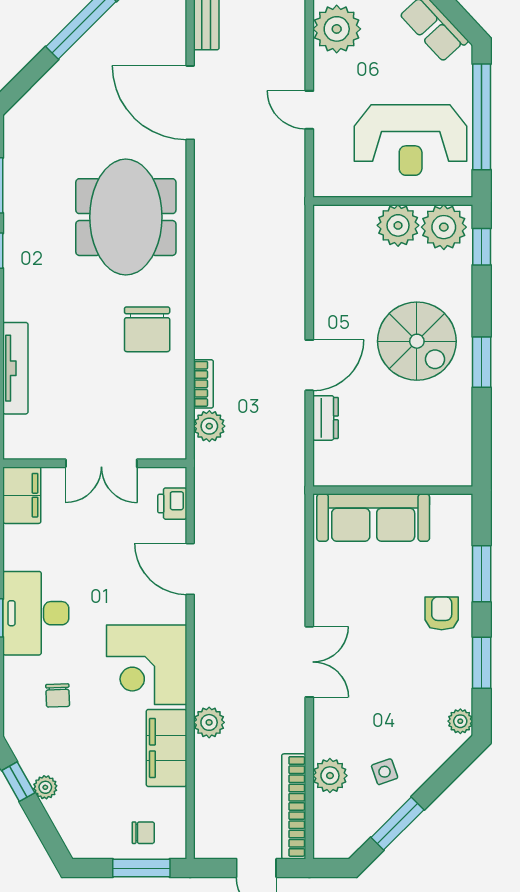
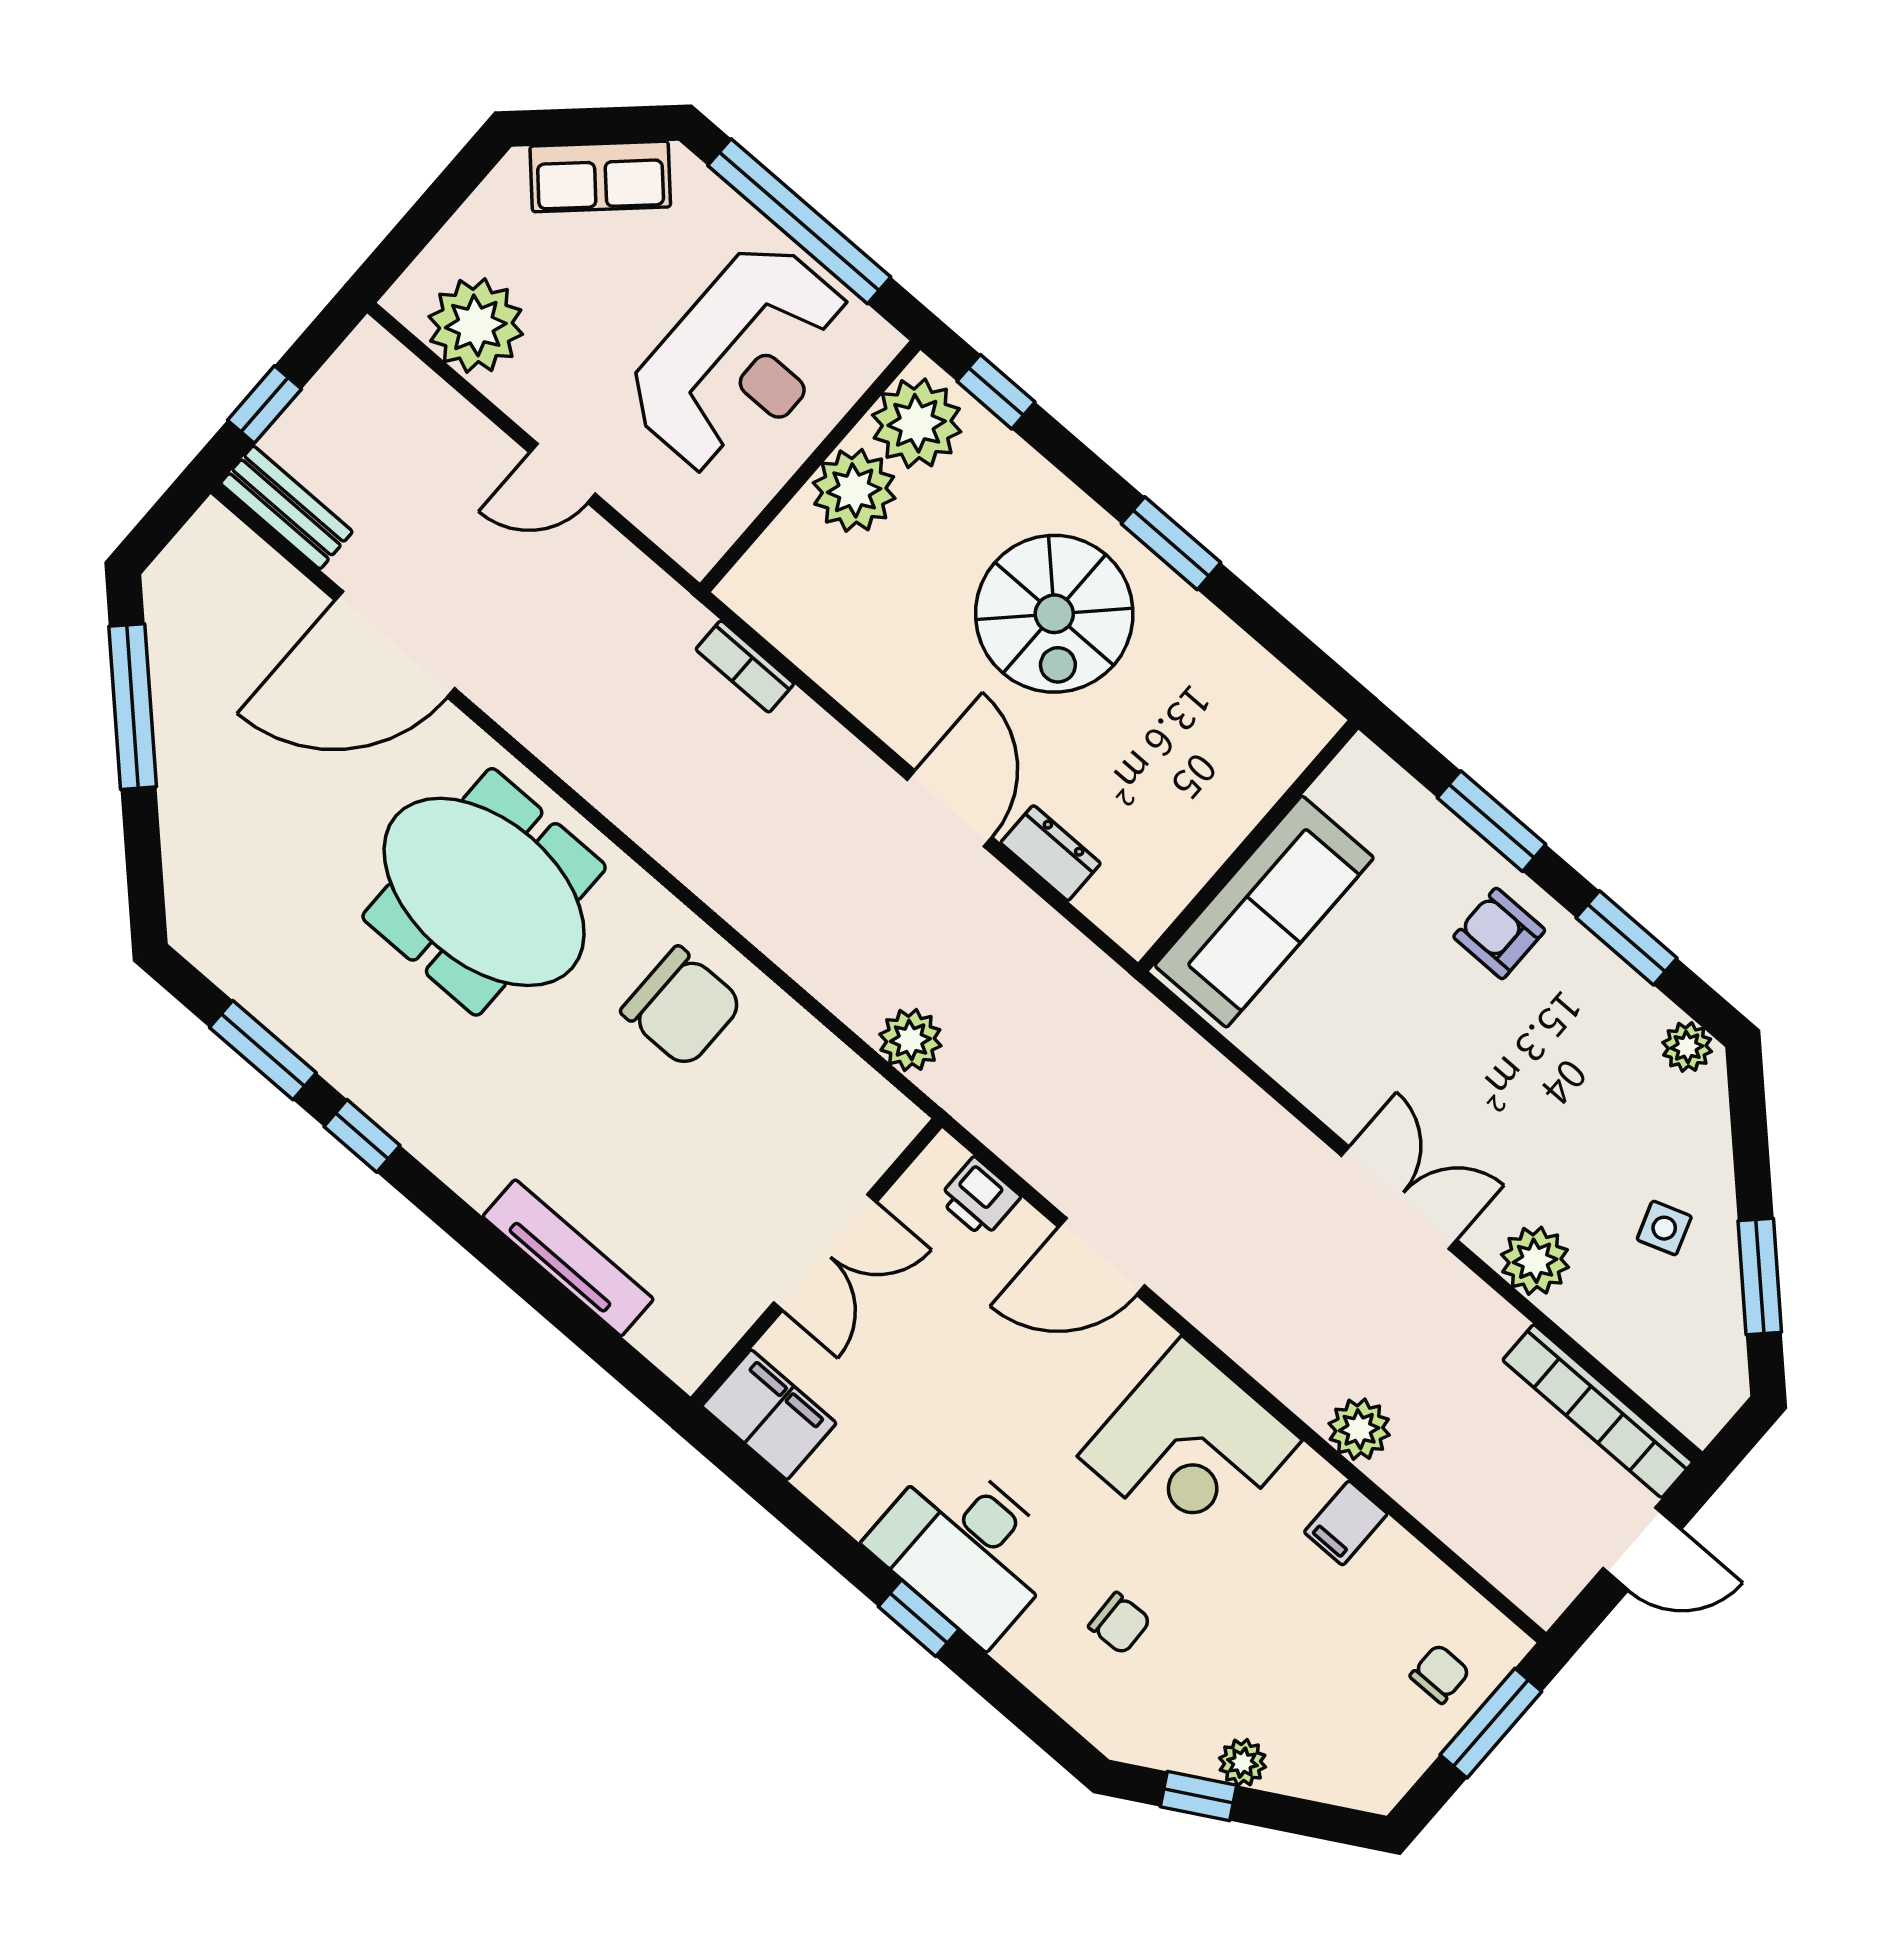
spiral stairs: (417, 341) -> (1054, 614), turned 90
bookcase: (203, 384) -> (745, 666), moved, turned 180
filing cabinet: (166, 748) -> (1346, 1523), width x0.33, depth x0.86
plant: (330, 776) -> (1535, 1261), moved

